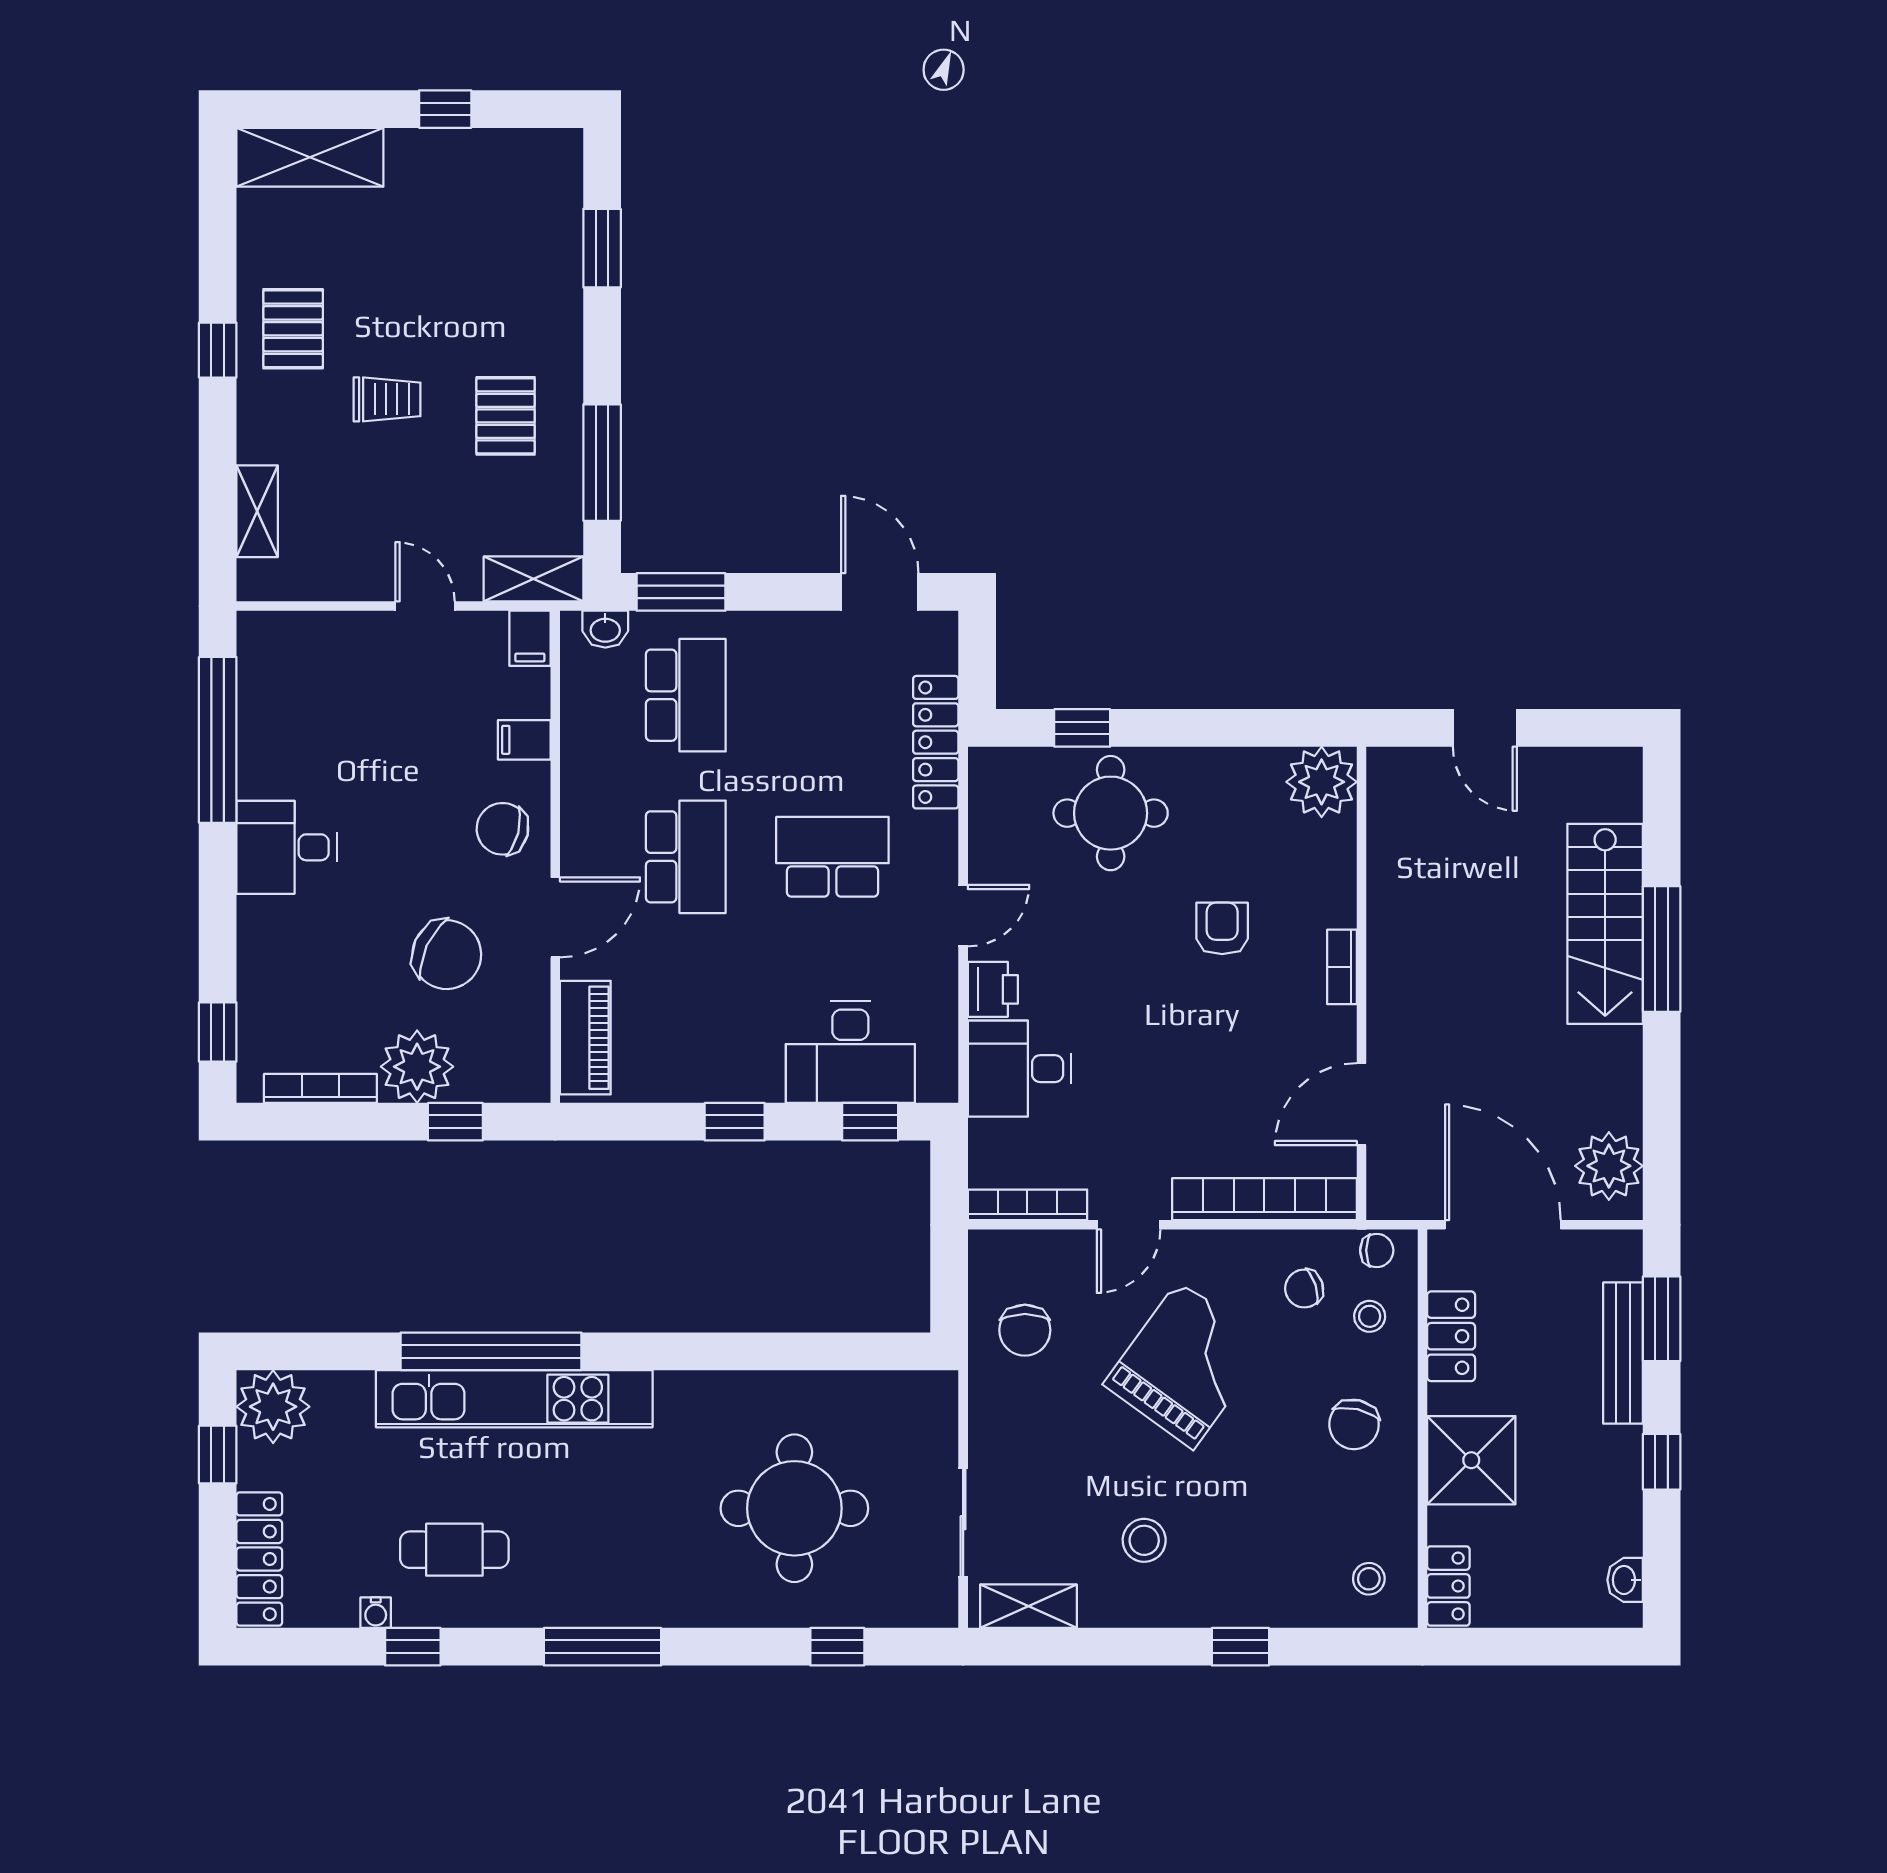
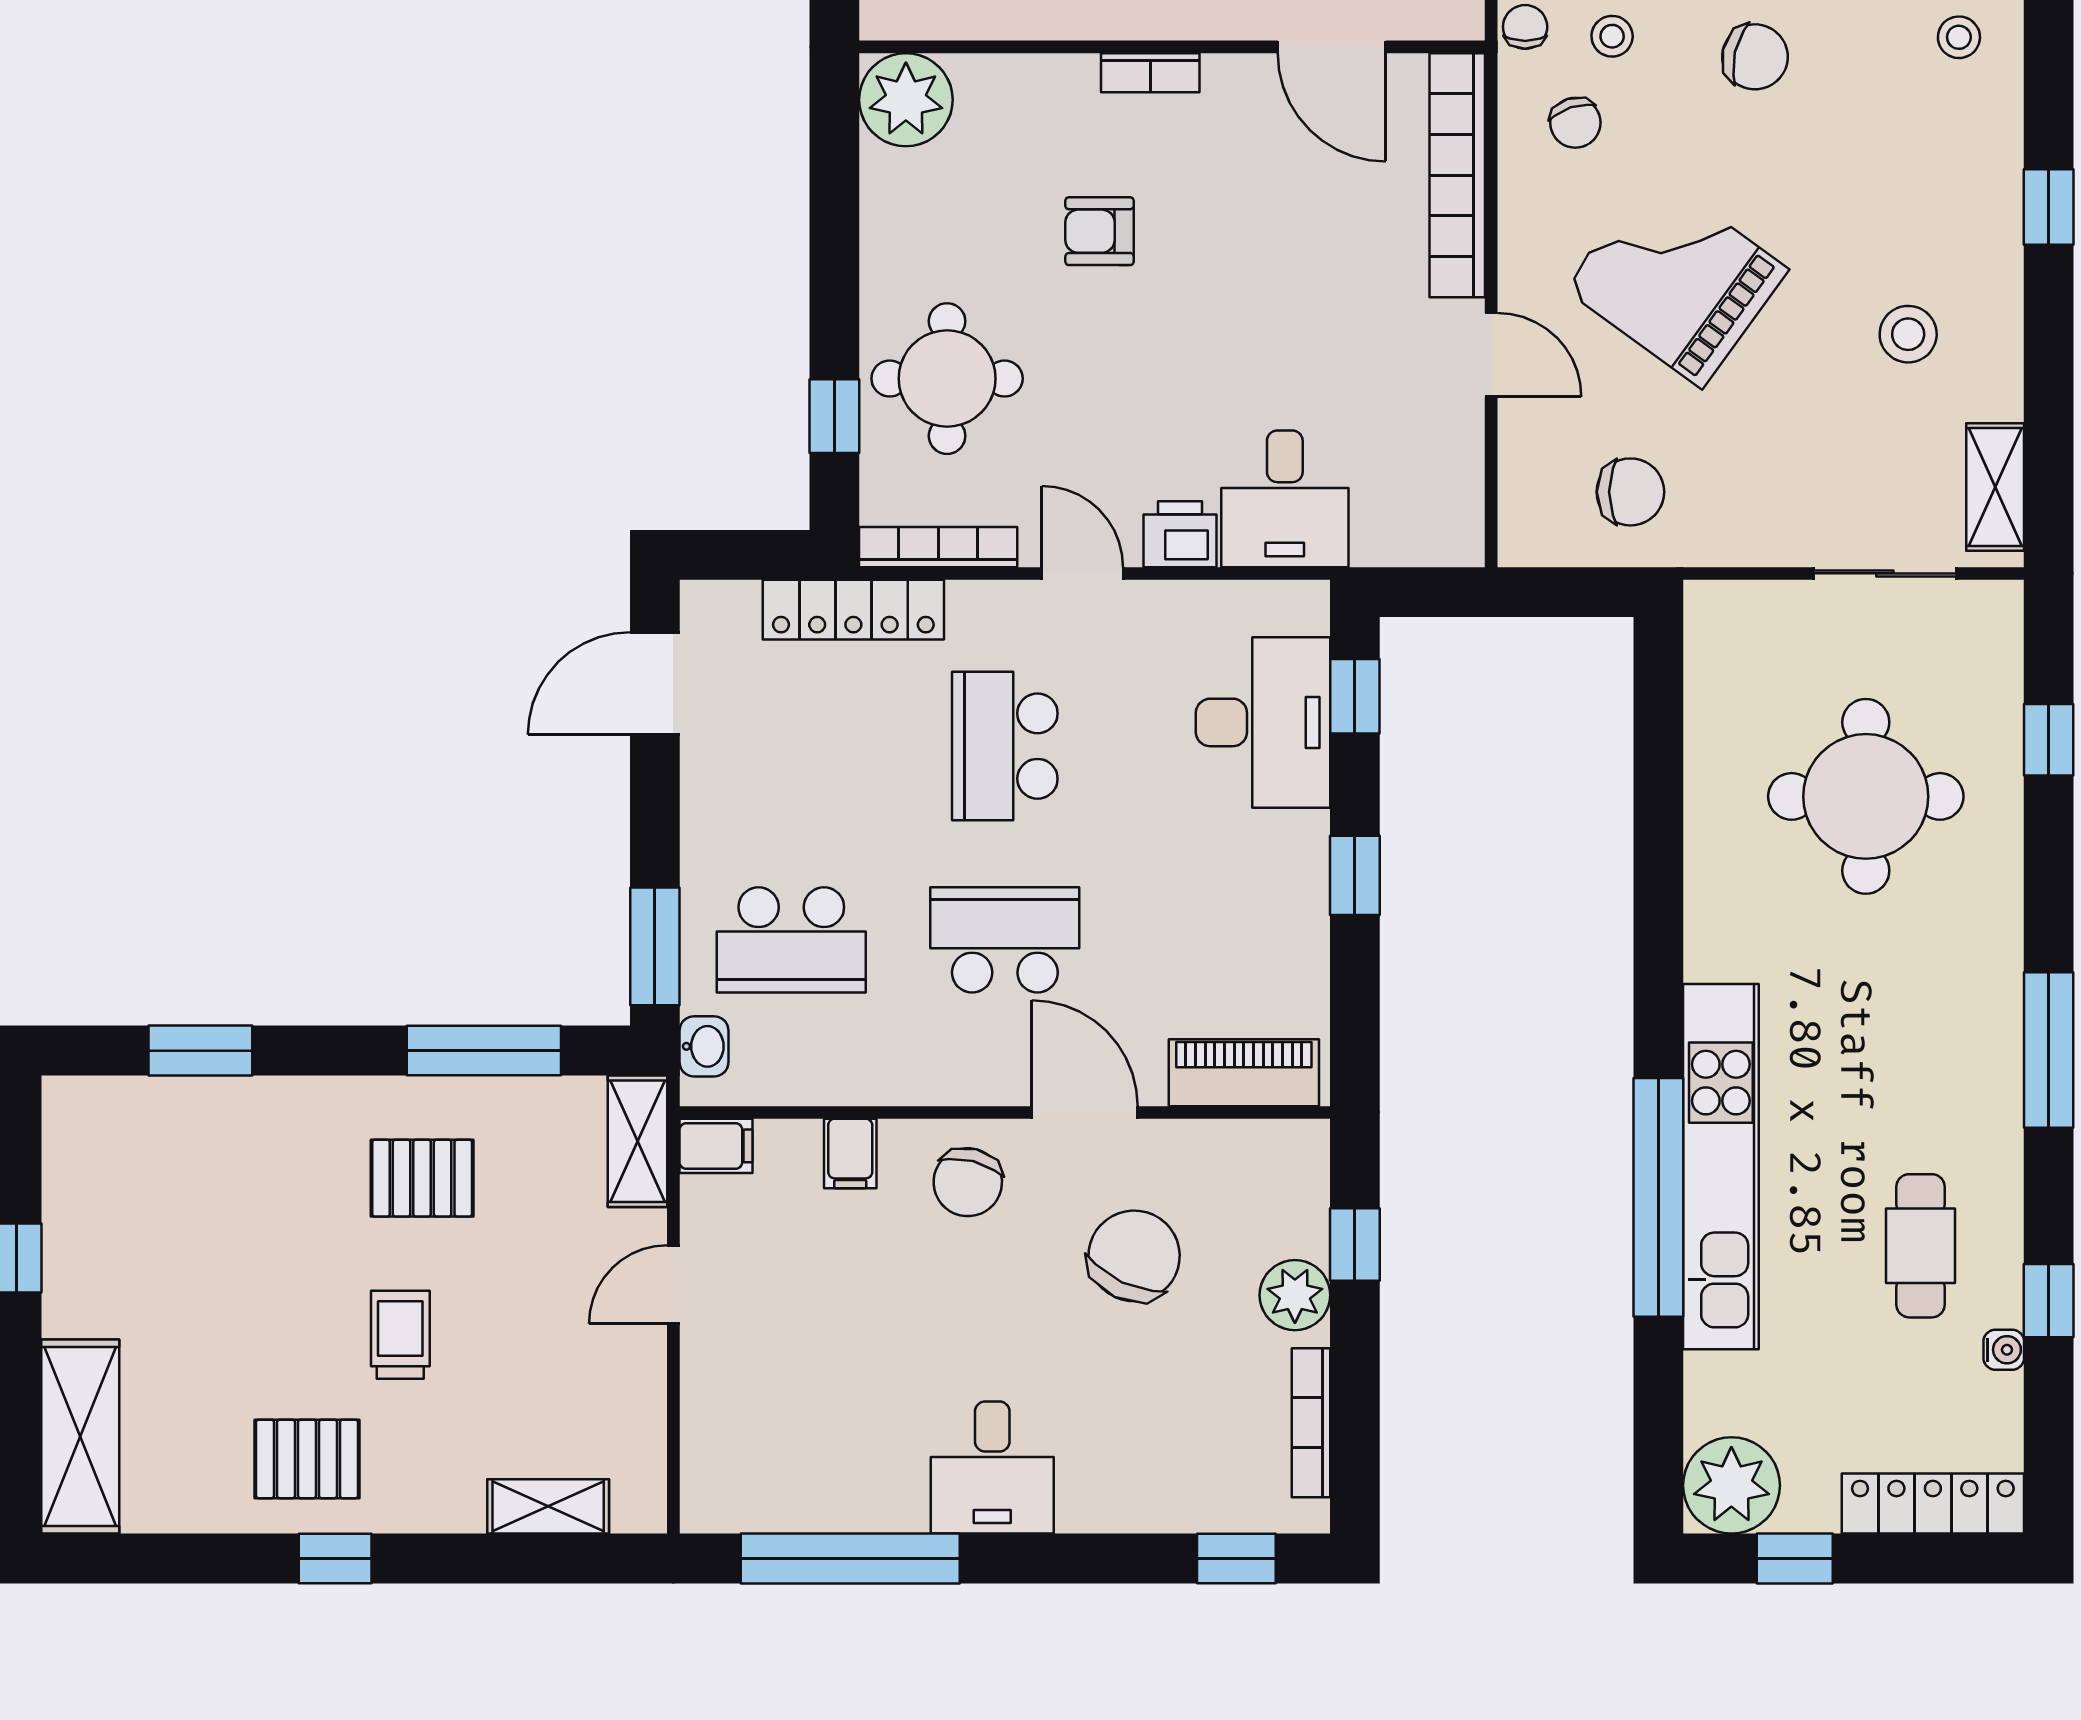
school desk: (686, 695) -> (791, 940), turned 180
plant: (417, 1067) -> (1295, 1295), width x0.73, depth x0.73
bookcase: (1027, 1205) -> (938, 547), moved, turned 90

